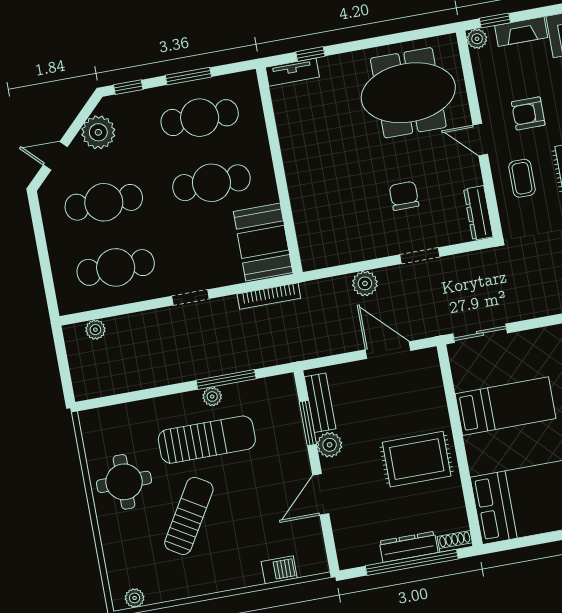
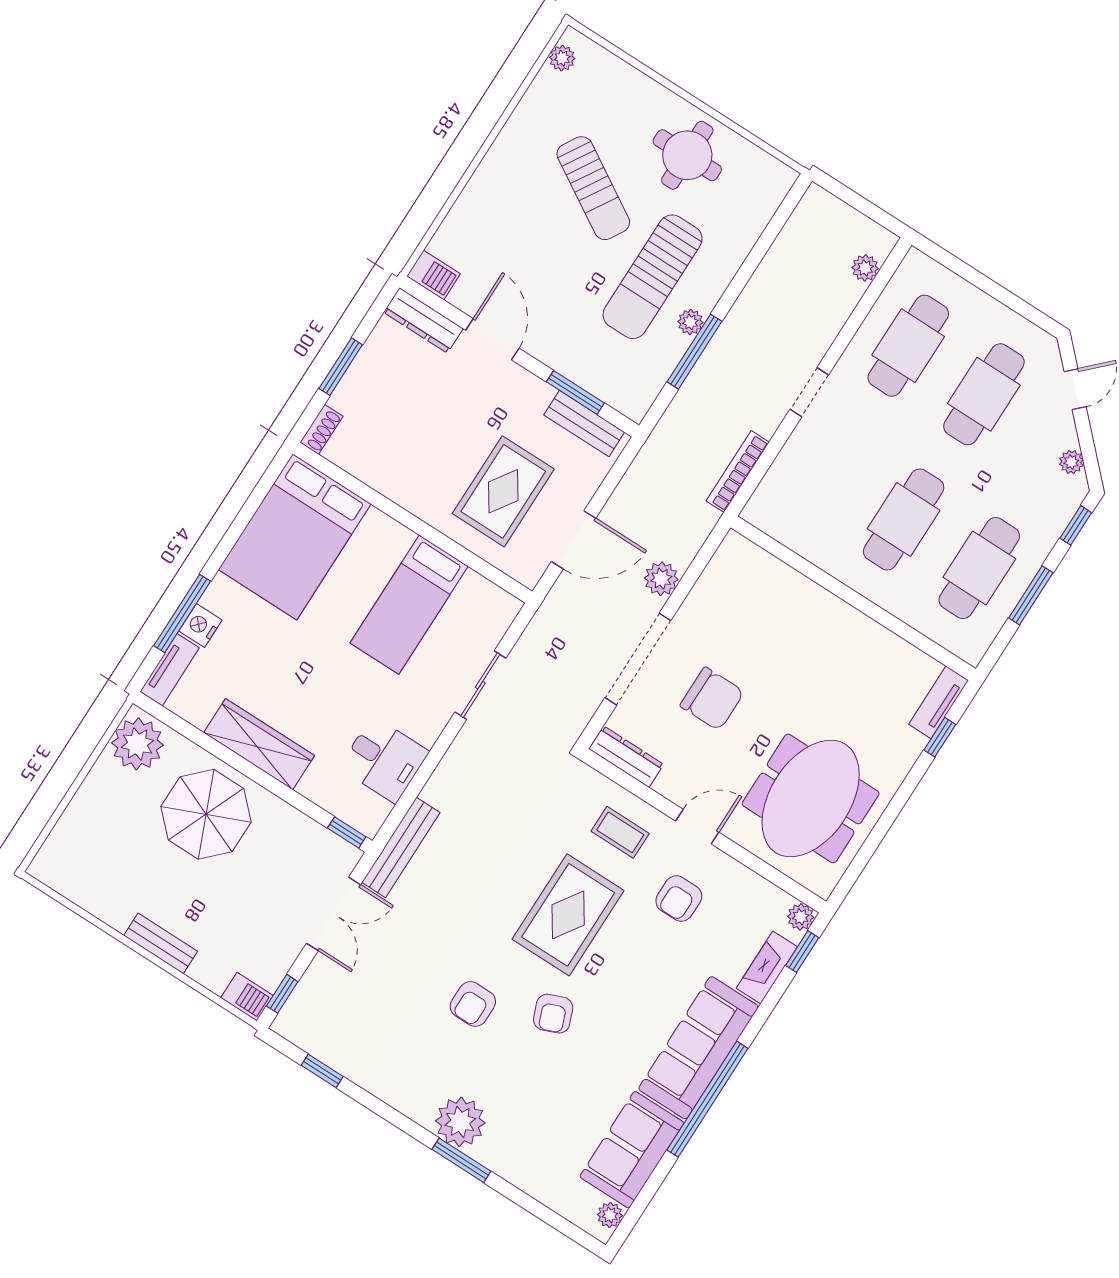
armchair: (528, 113) -> (679, 899), turned 180
plant: (98, 132) -> (1071, 462), width x0.53, depth x0.53
chair: (404, 196) -> (712, 699), width x1.37, depth x1.37
booth: (263, 242) -> (797, 516), removed
doorway: (420, 256) -> (638, 659), width x1.88
sliding door: (480, 333) -> (480, 685), moved
plant: (330, 445) -> (534, 394), removed
rug: (417, 459) -> (503, 491), moved
dresser: (409, 547) -> (423, 320), moved, turned 90
window: (412, 562) -> (341, 367), width x0.47
barbecue: (279, 570) -> (433, 275), moved, turned -90

